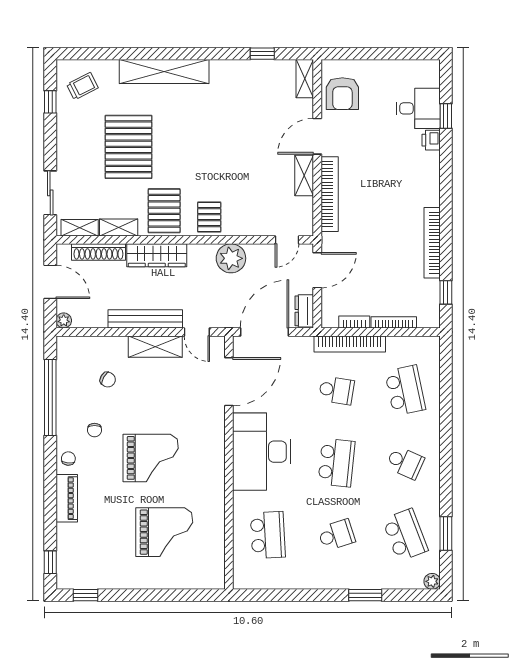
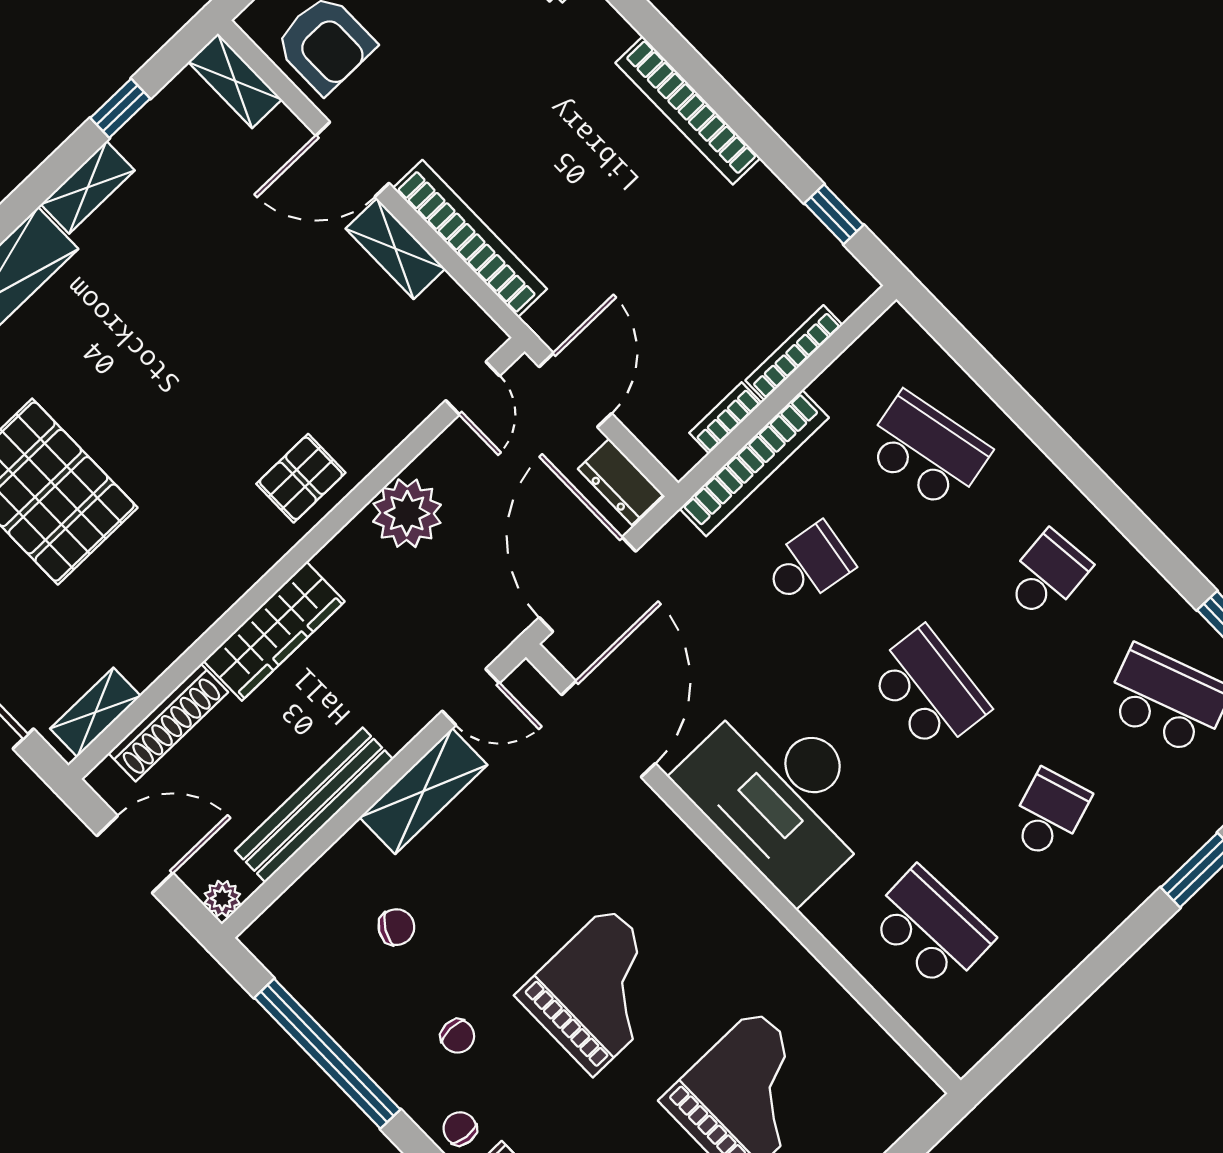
door: (317, 136) -> (352, 159), hinge flipped
pallet: (164, 211) -> (213, 542), removed
pallet: (209, 217) -> (301, 478), turned 90
shelving: (119, 227) -> (88, 187), moved
bookcase: (432, 243) -> (688, 110), moved
bench: (145, 319) -> (314, 805), moved
school desk: (405, 463) -> (1047, 575), turned -30

